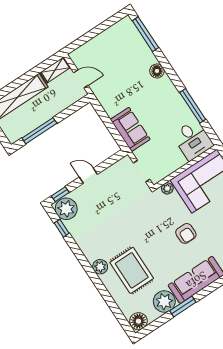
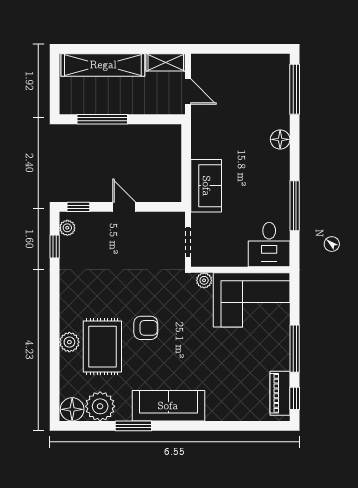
plant: (66, 209) -> (67, 228), width x0.53, depth x0.53
armchair: (186, 233) -> (146, 328), moved, turned -90
plant: (100, 267) -> (69, 342), moved
plant: (164, 302) -> (100, 406), moved

